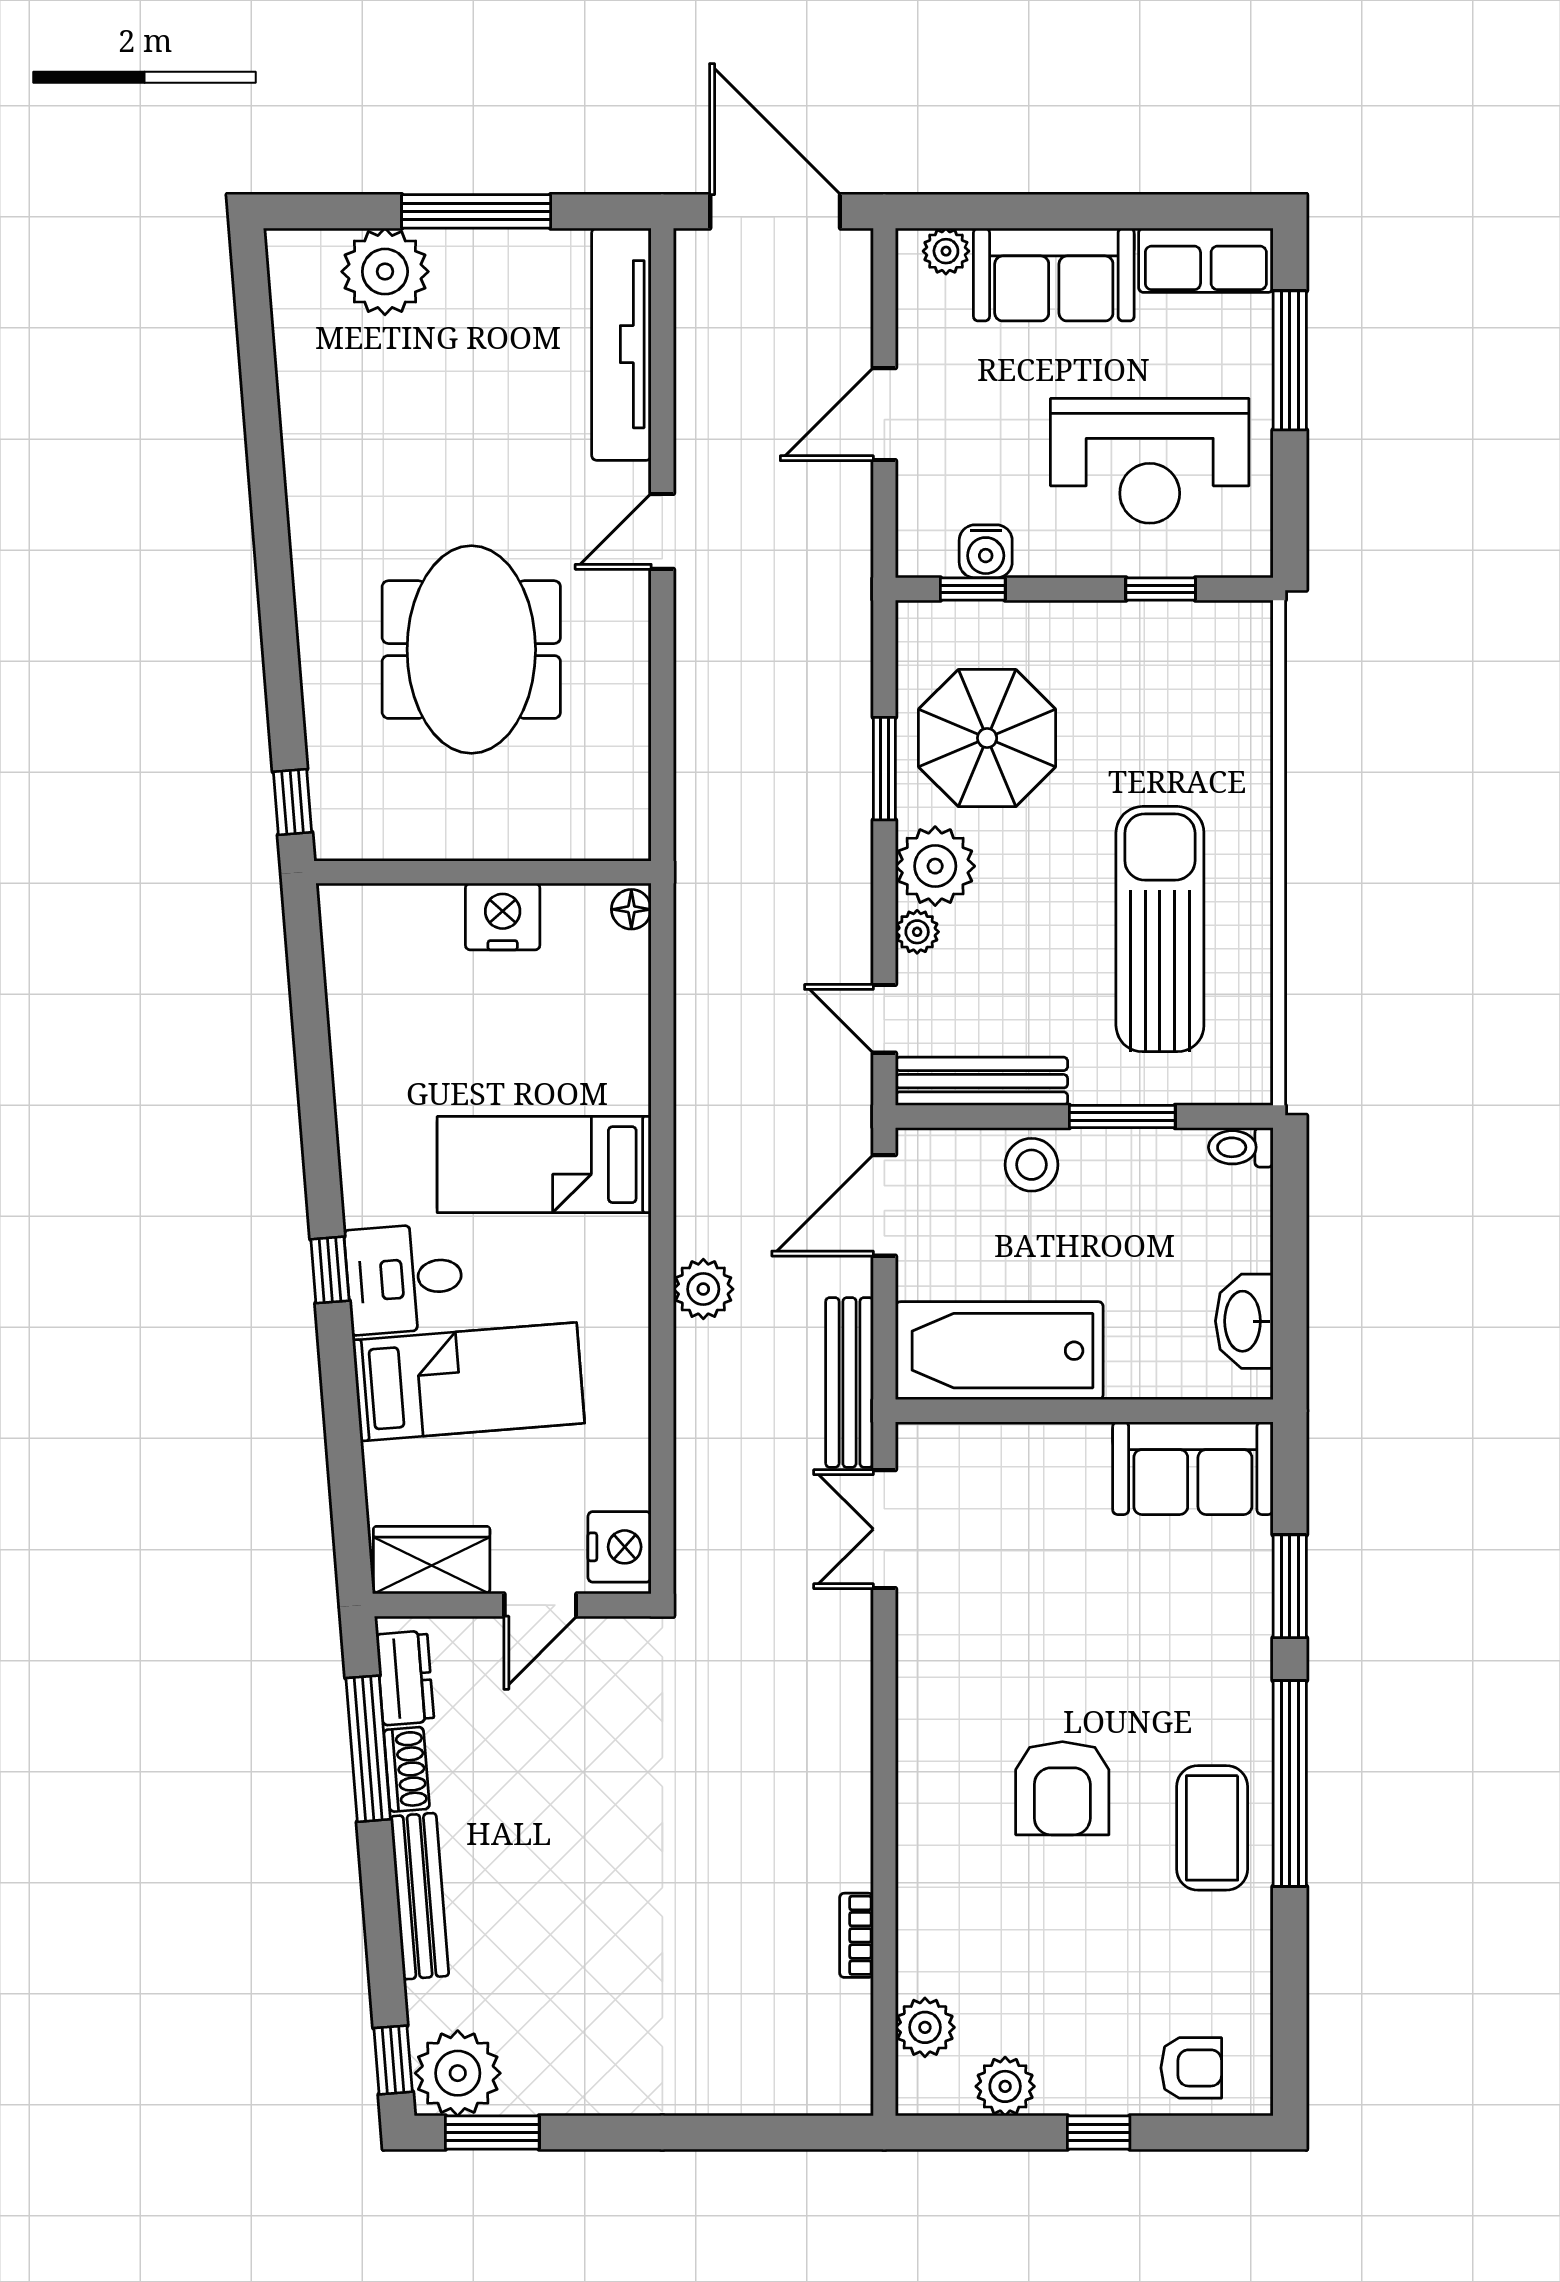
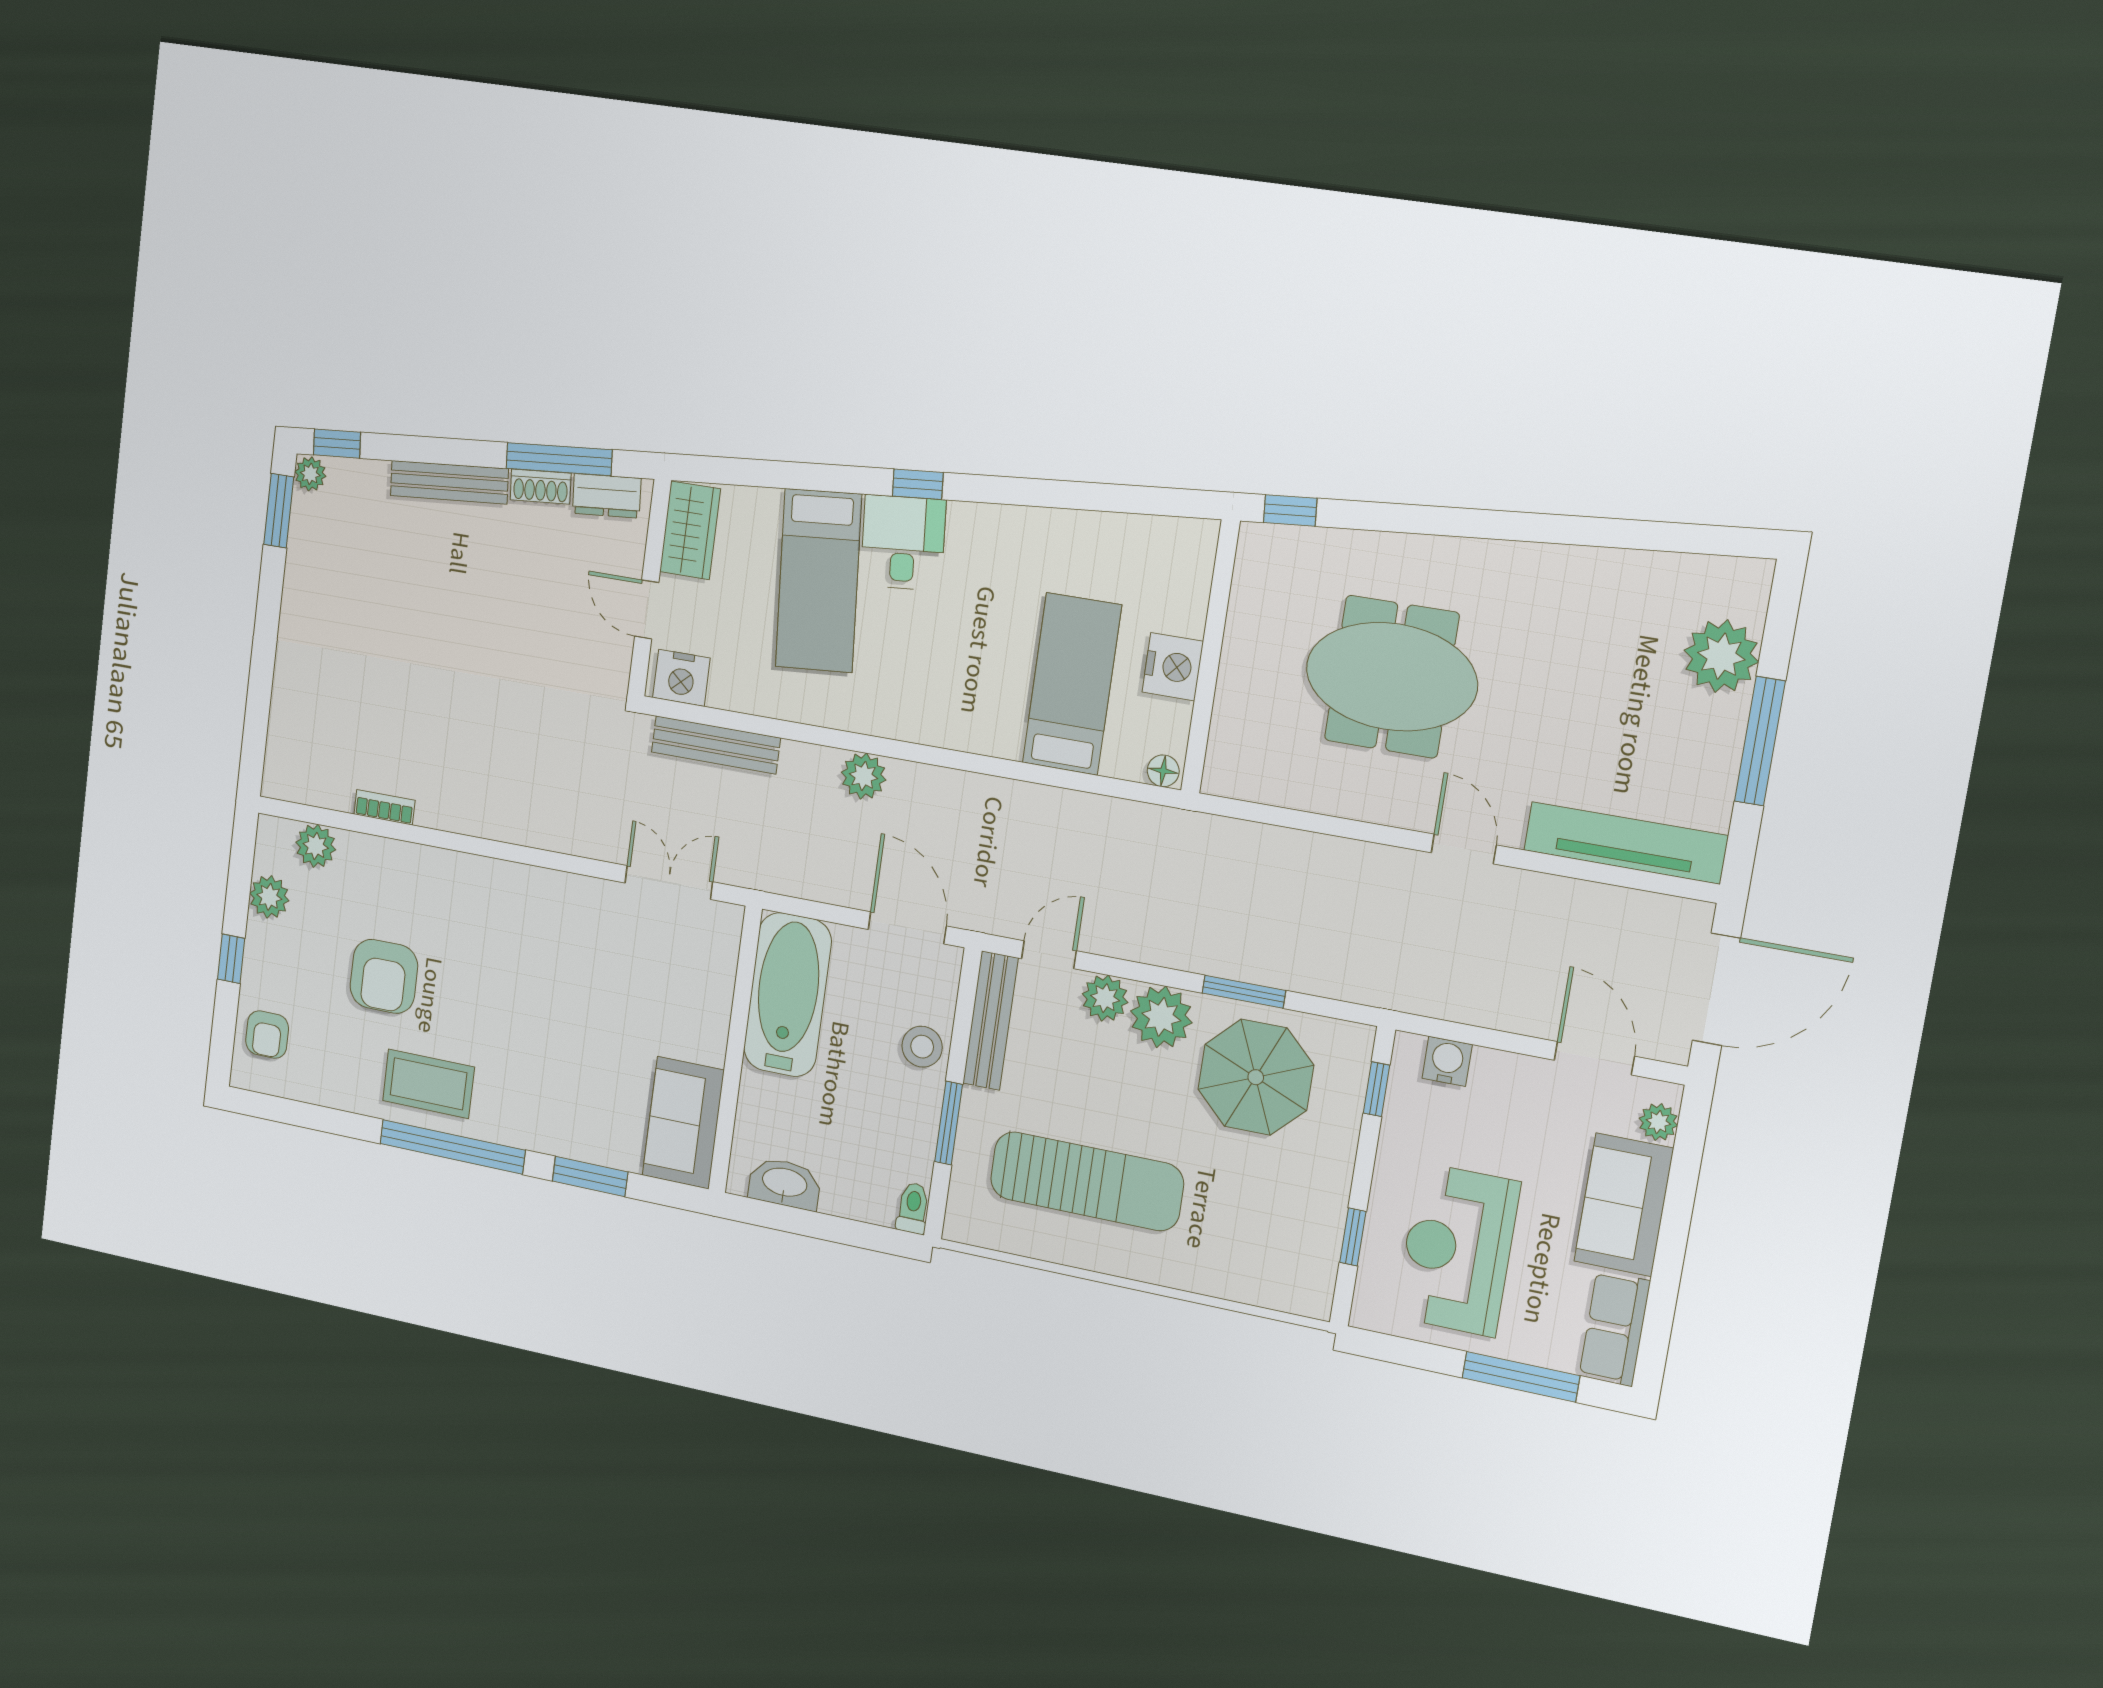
door: (884, 414) -> (1594, 1058), moved
water cooler: (986, 551) -> (1447, 1061), moved, turned 90
plant: (917, 932) -> (1105, 998), width x1.38, depth x1.38
bed: (544, 1165) -> (1072, 684), moved
bench: (849, 1382) -> (716, 745), moved
armchair: (1062, 1788) -> (384, 976), moved, turned -90
plant: (458, 2073) -> (310, 474), width x0.53, depth x0.53

